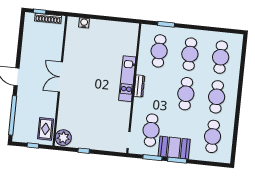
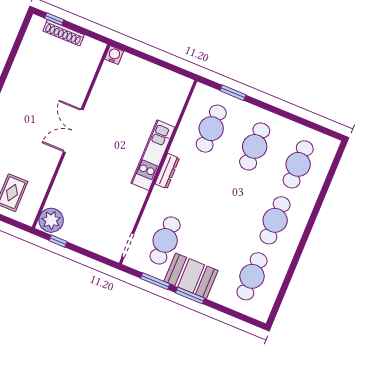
double door: (60, 77) -> (73, 131), moved
wall: (60, 81) -> (71, 136), moved
cafe table: (186, 94) -> (232, 202), removed
plant: (63, 138) -> (51, 220), moved

